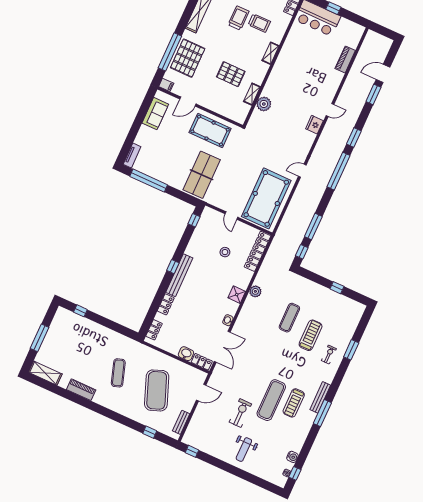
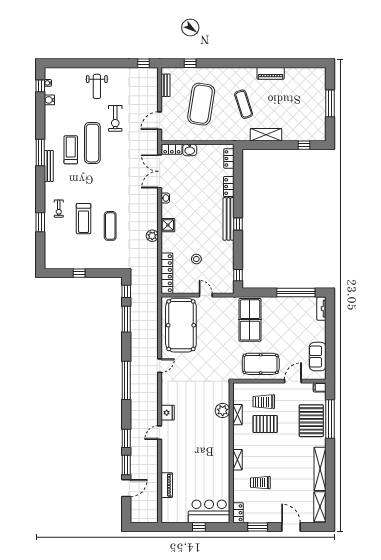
trolley: (239, 18) -> (264, 402), moved, turned 90
window: (354, 137) -> (126, 438), moved
shelving: (45, 373) -> (266, 135), moved
exercise mat: (157, 390) -> (201, 104), turned 30
weight bench: (244, 450) -> (97, 86), turned 180

